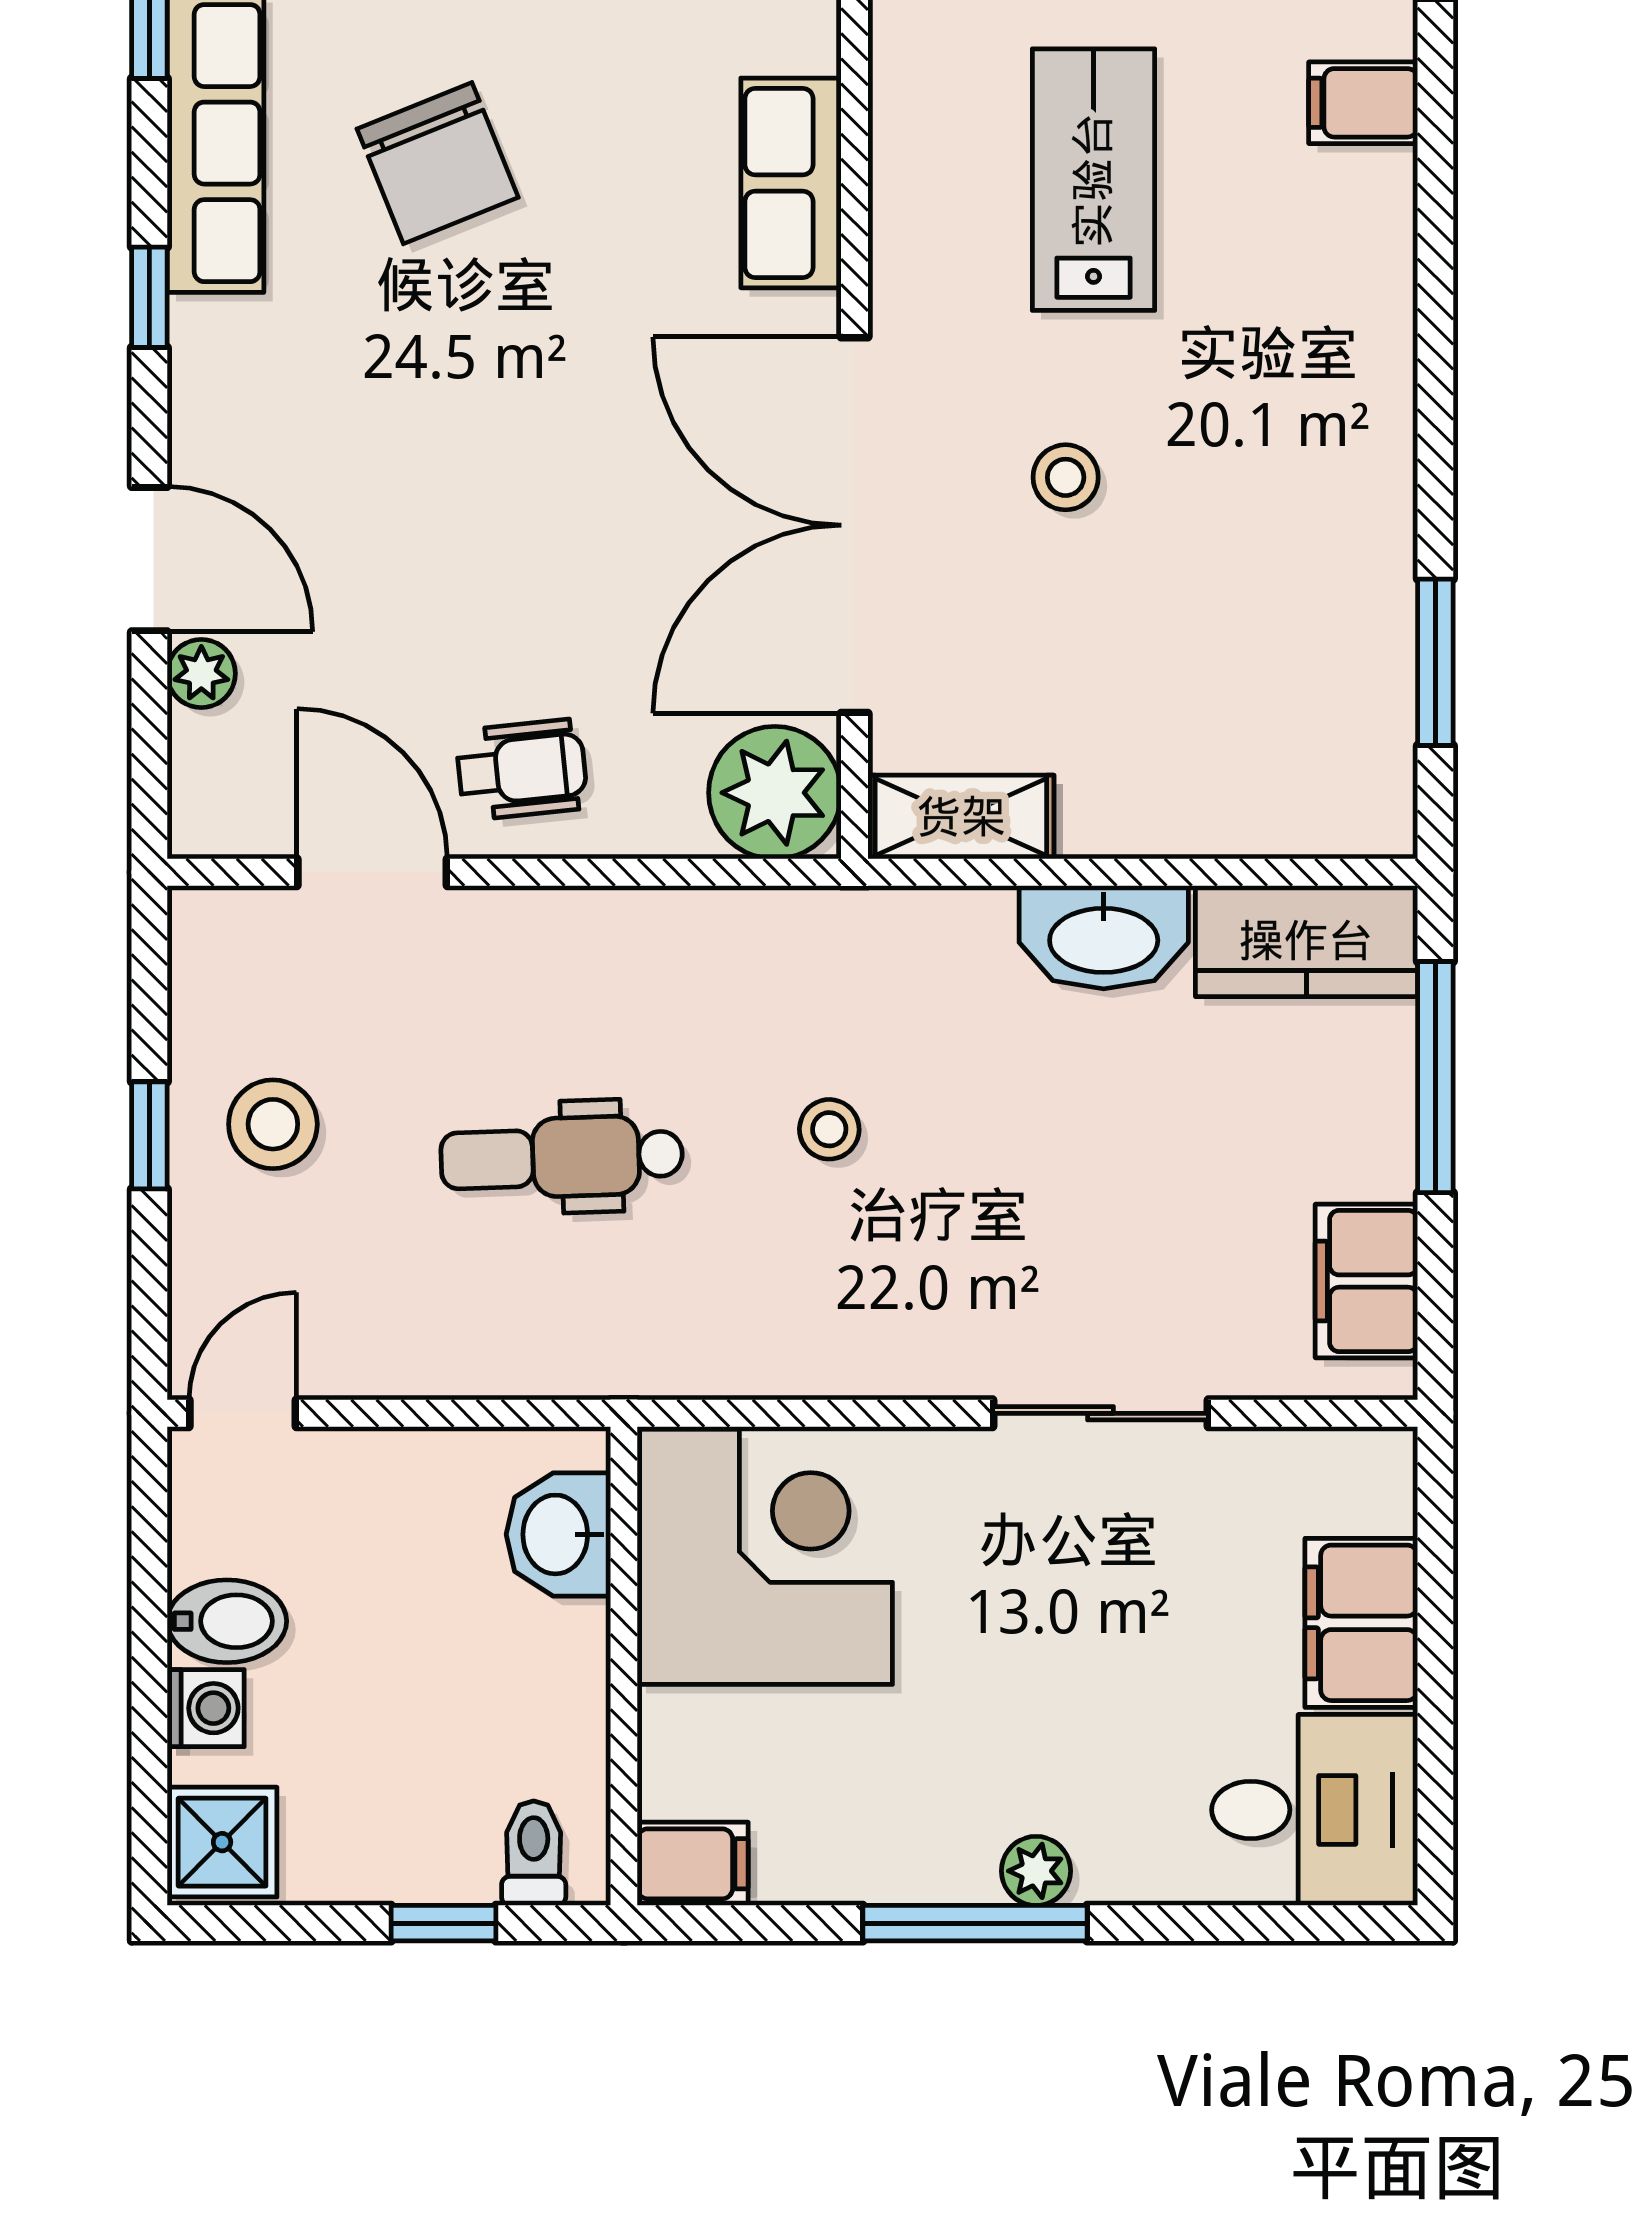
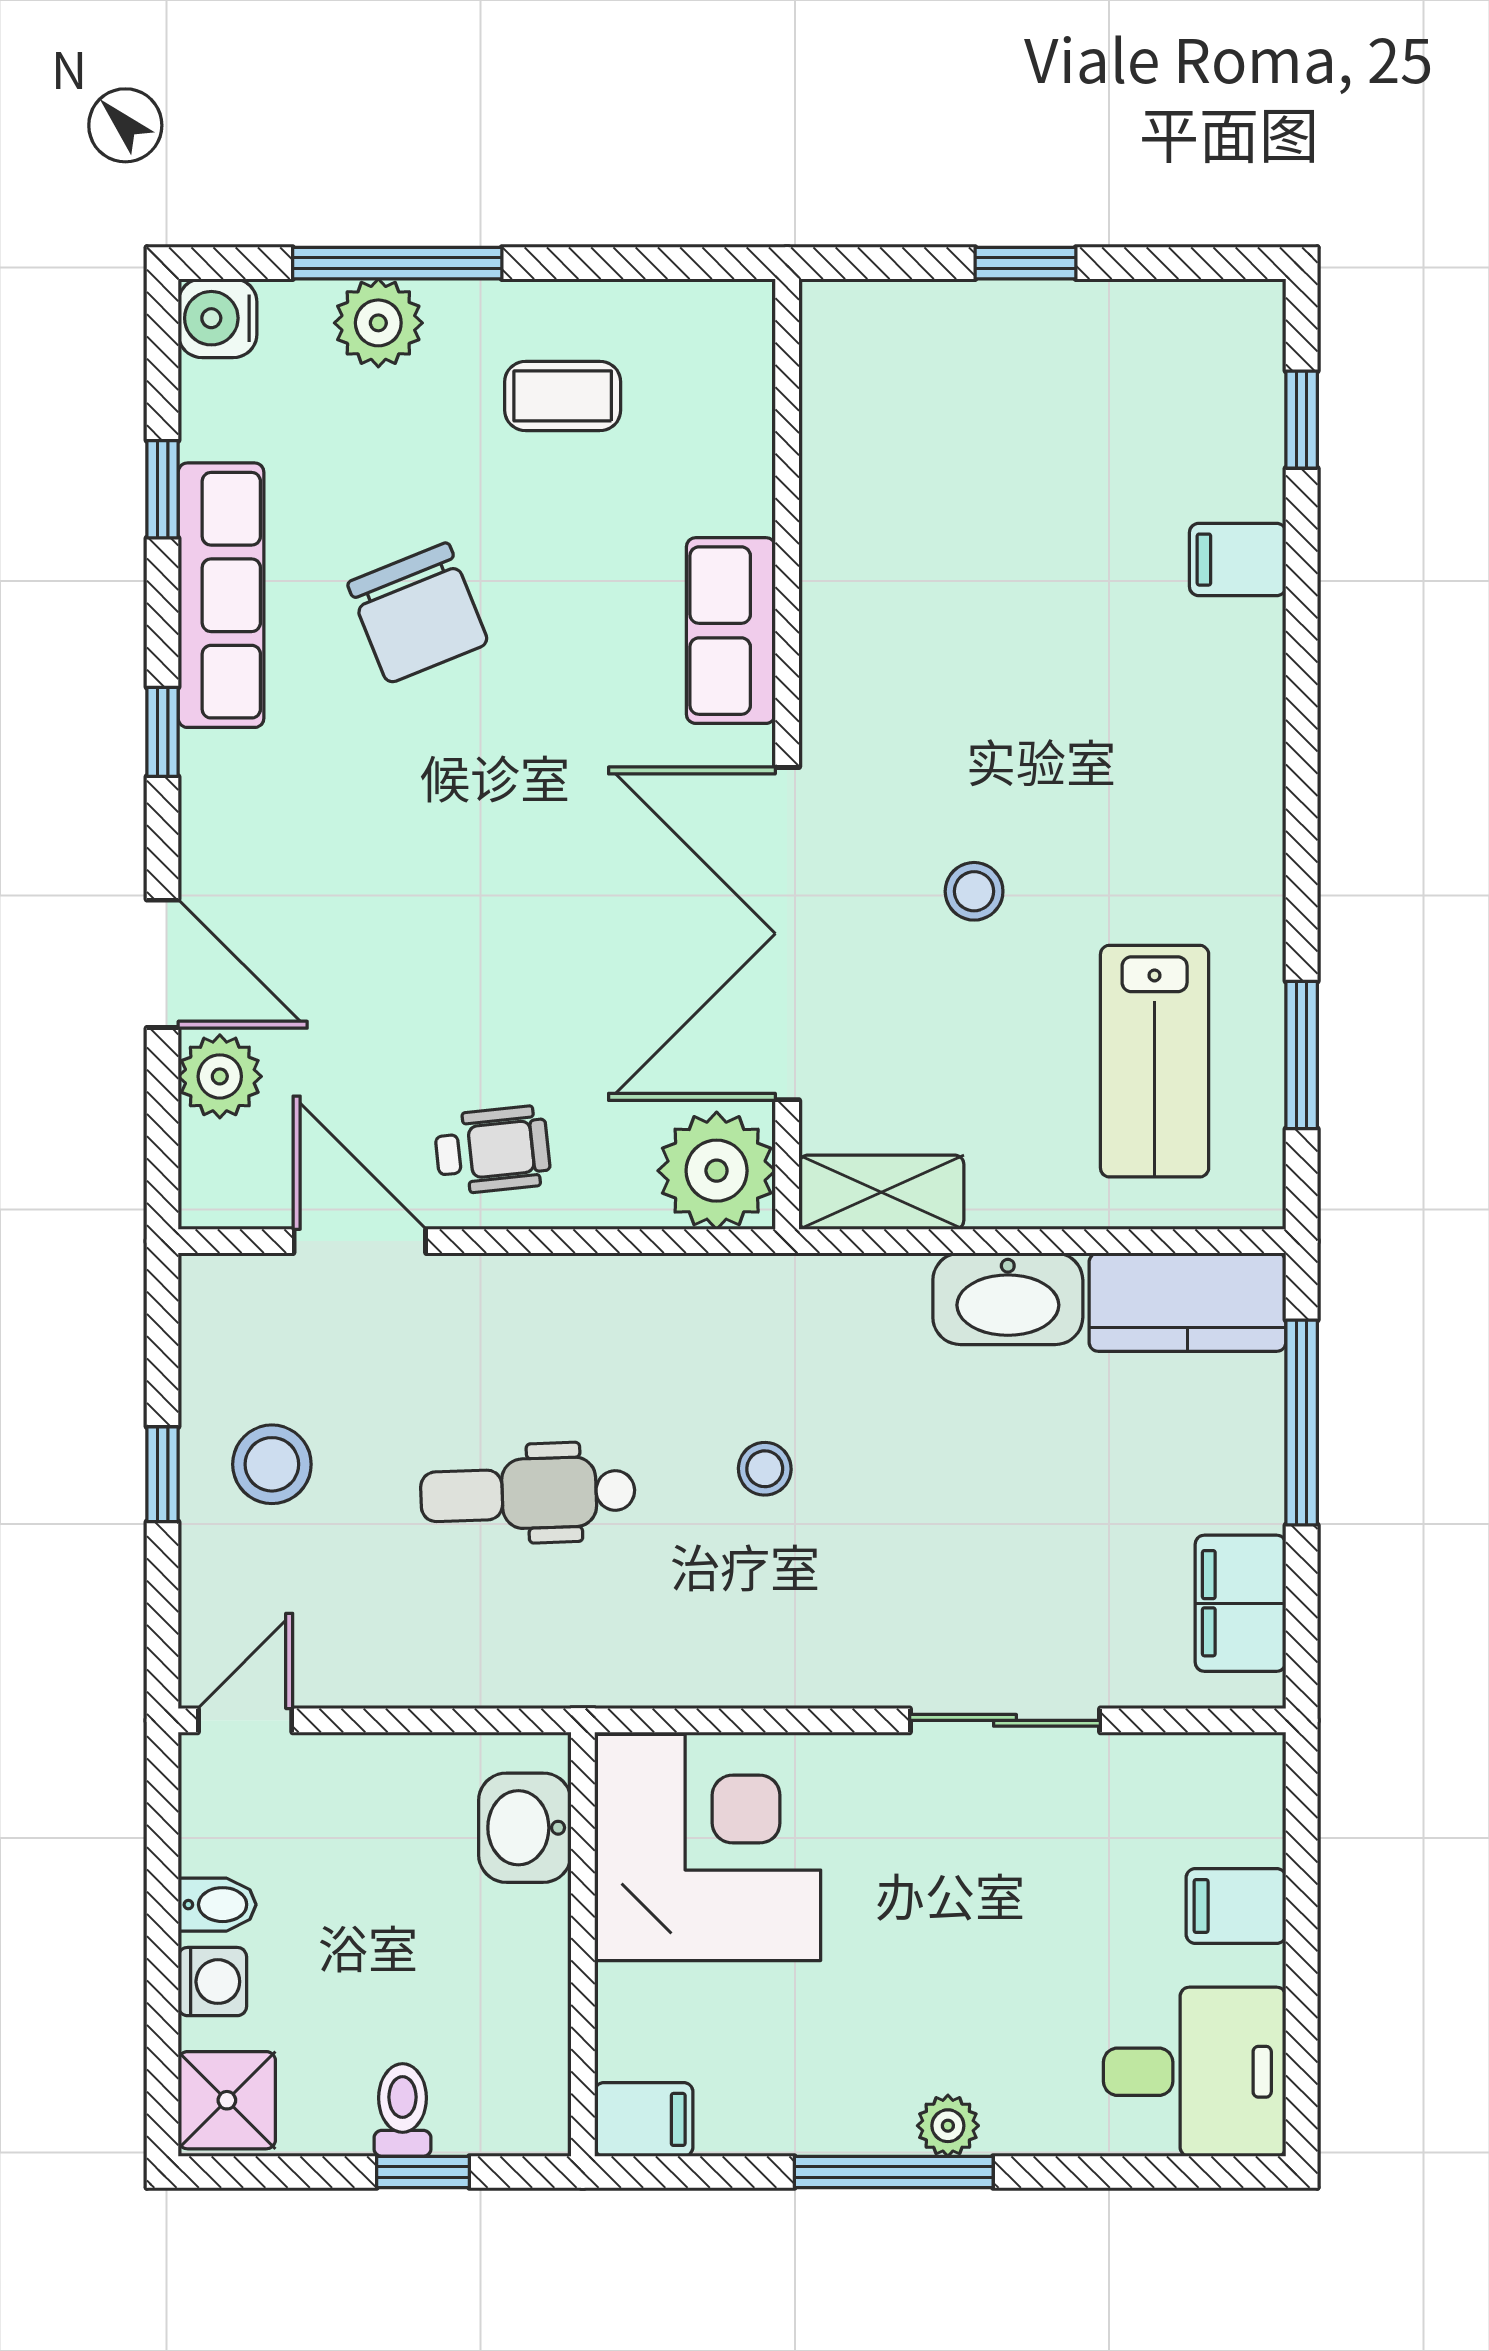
lab bench: (1093, 180) -> (1155, 1061), moved, turned 180
plant: (201, 674) -> (220, 1076), width x1.38, depth x1.38
bidet: (227, 1621) -> (217, 1905), width x0.72, depth x0.74
filing cabinet: (1361, 1623) -> (1236, 1906), width x0.50
toilet: (534, 1853) -> (403, 2110), moved

